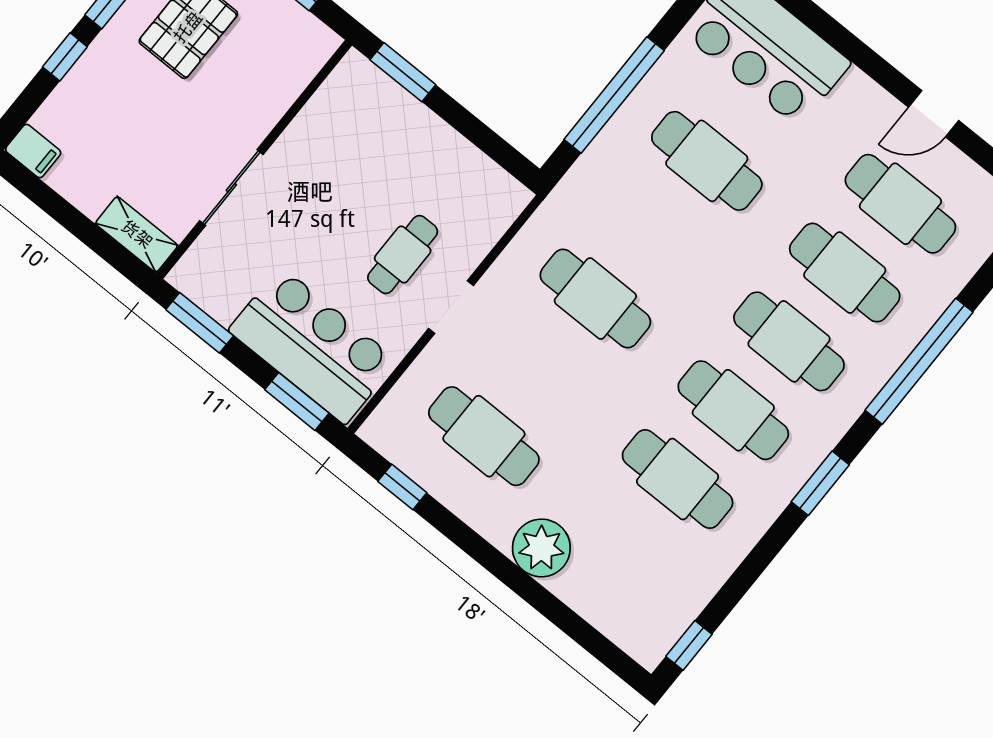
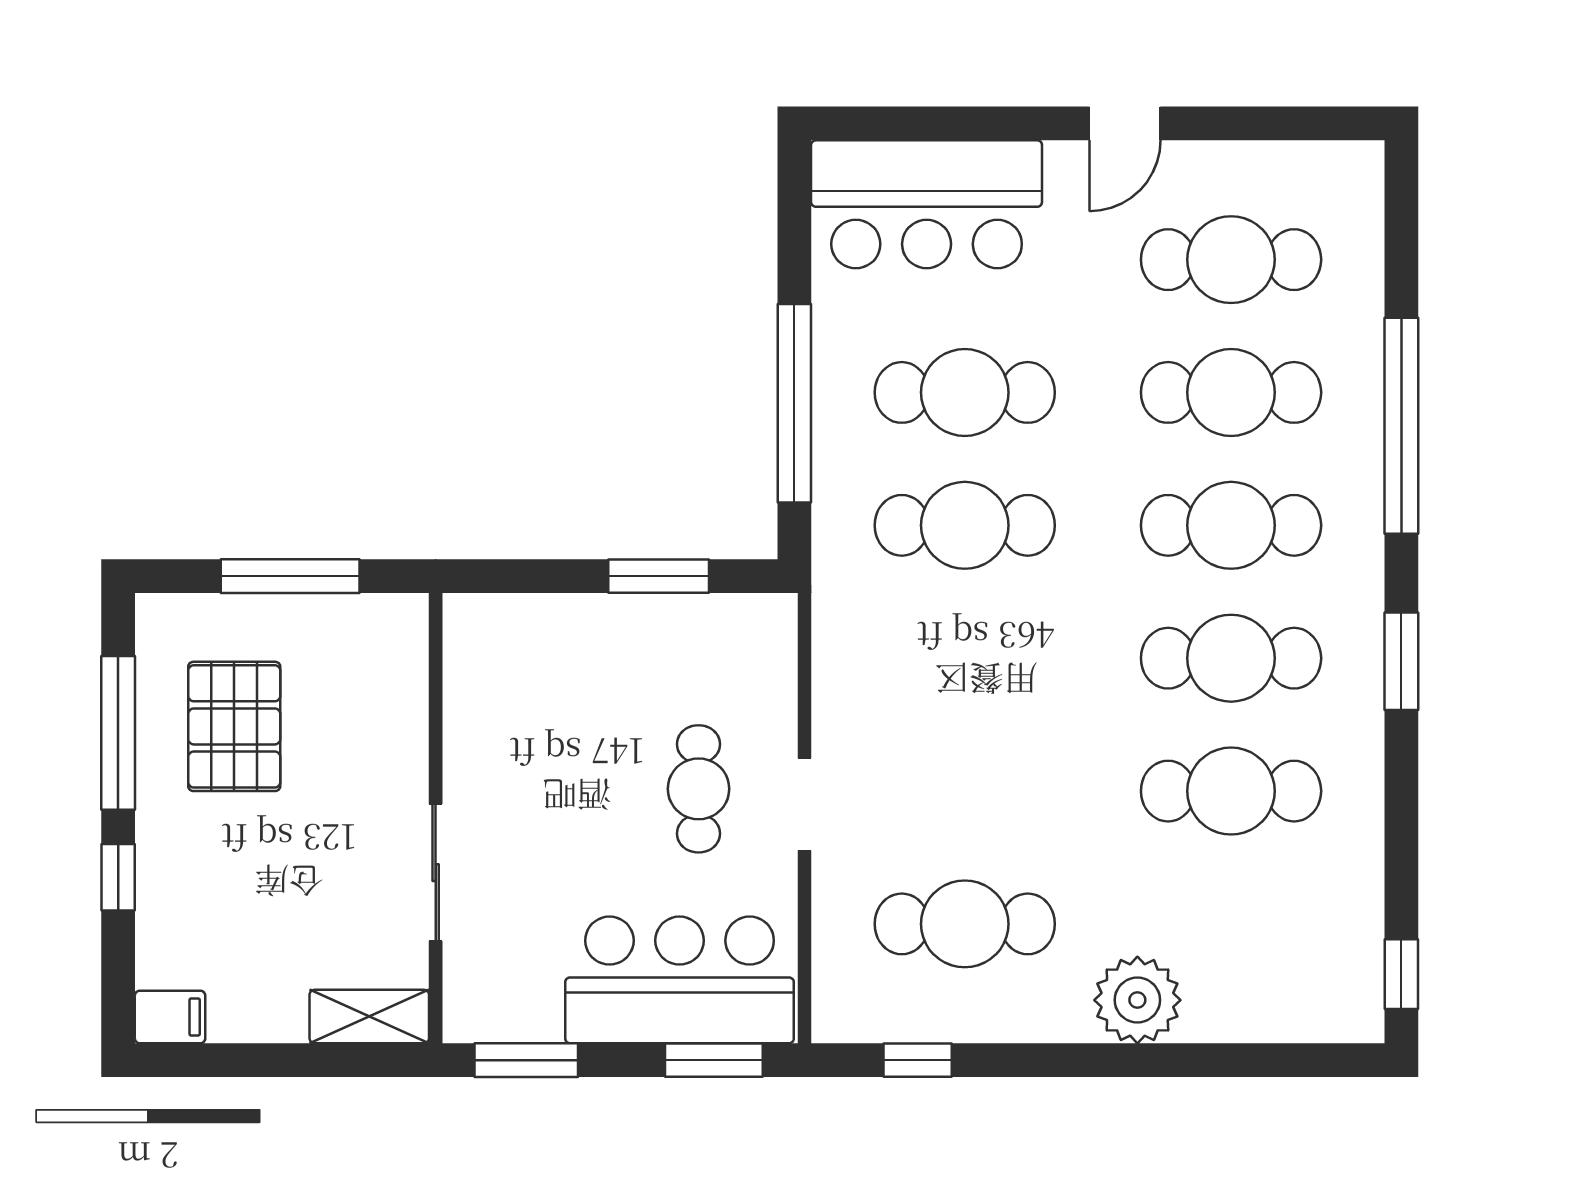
window: (403, 72) -> (659, 576), moved
door: (934, 114) -> (1125, 123), moved
cafe table: (595, 299) -> (965, 525), moved

